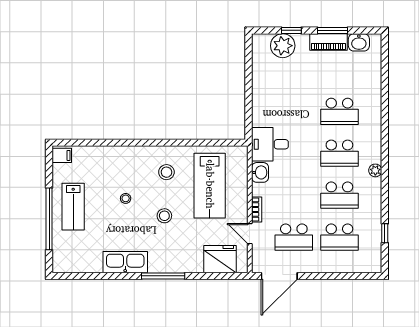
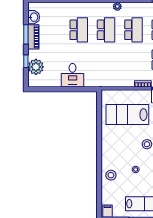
desk: (270, 144) -> (73, 75), moved
stool: (166, 172) -> (111, 175), moved
washbasin: (260, 172) -> (119, 82), removed
lab bench: (210, 186) -> (127, 115), turned 180

